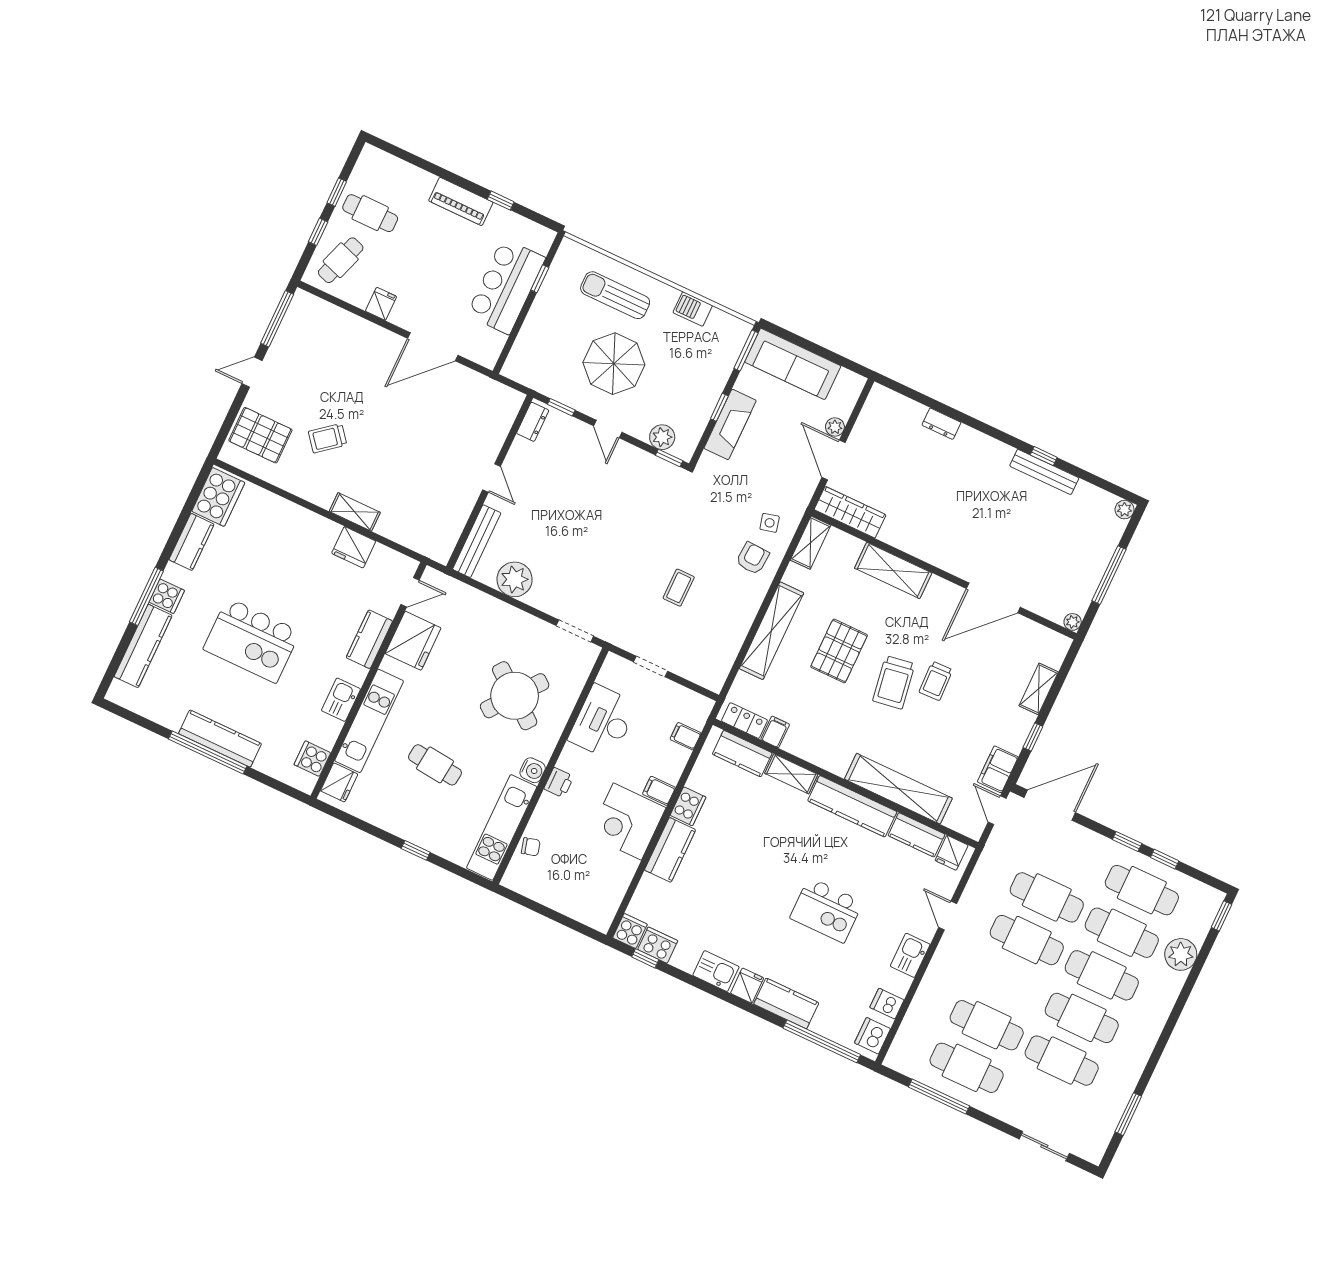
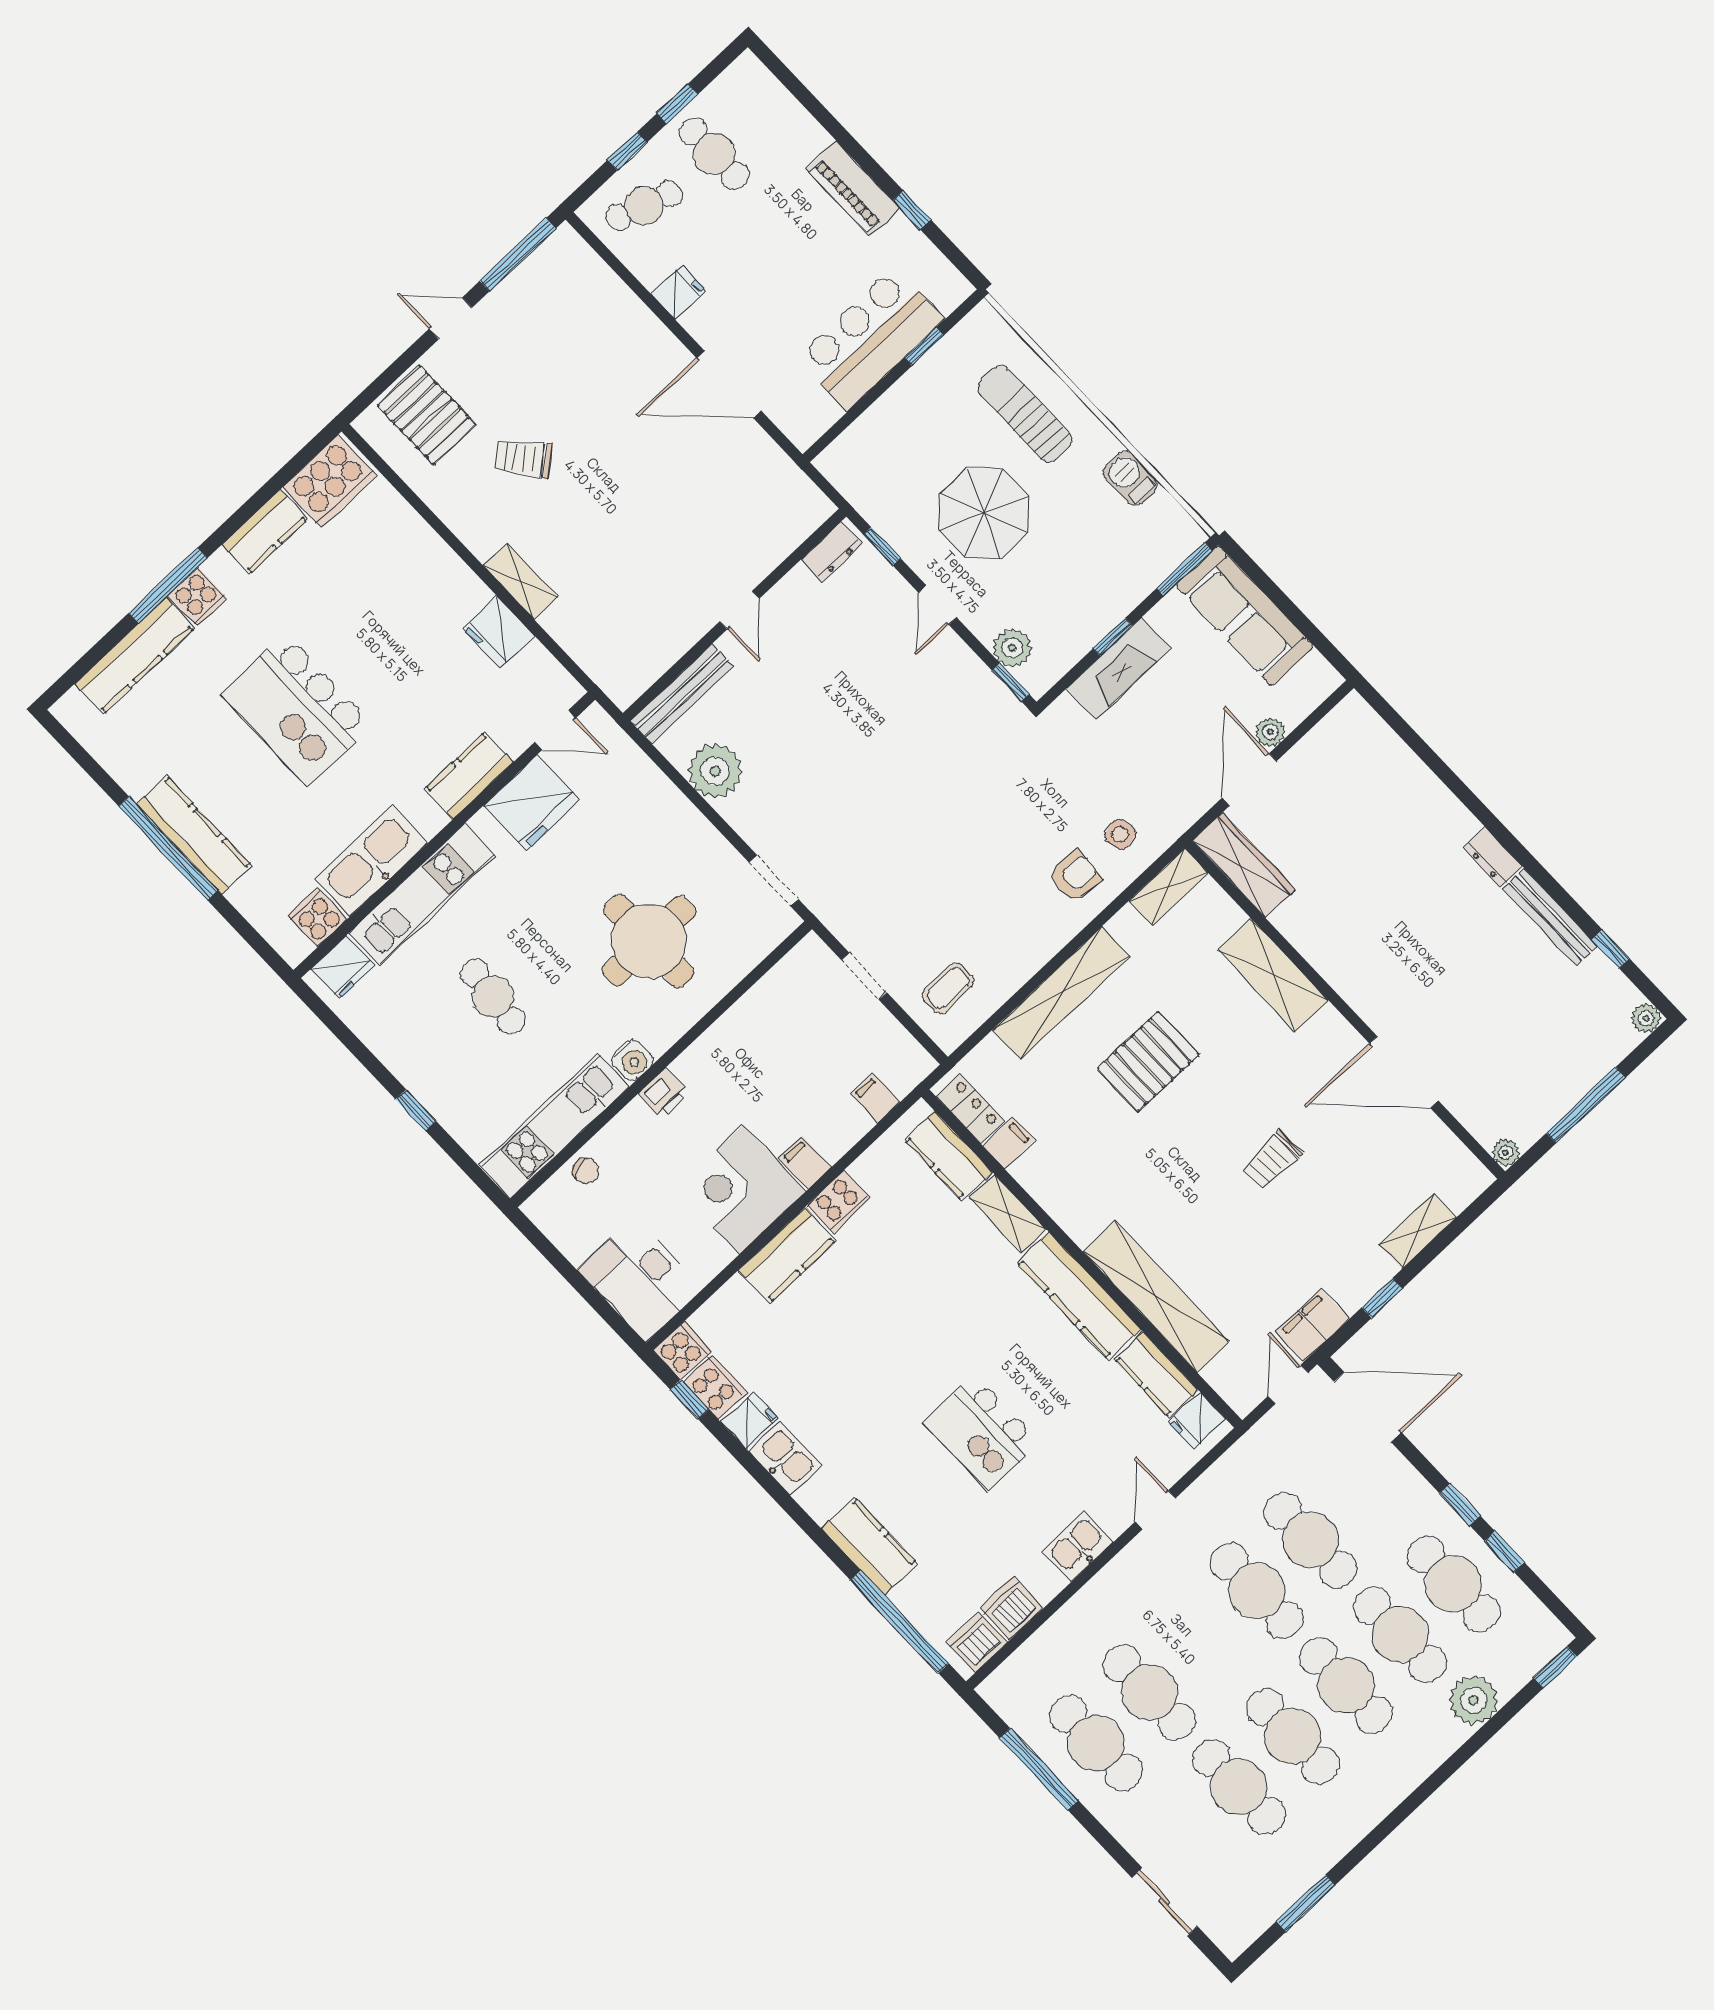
dresser: (941, 424) -> (1493, 857), moved
window: (1044, 456) -> (1611, 949), moved
coffee table: (679, 588) -> (948, 988), moved
trolley: (894, 682) -> (1210, 1139), removed
round table: (515, 696) -> (649, 941), turned -38
kitchen sink: (341, 700) -> (371, 861), width x1.88, depth x1.24
desk: (603, 722) -> (640, 1279), moved, turned -90
fridge: (747, 986) -> (750, 1421), moved
dishwasher: (887, 1004) -> (1012, 1608), width x1.38

